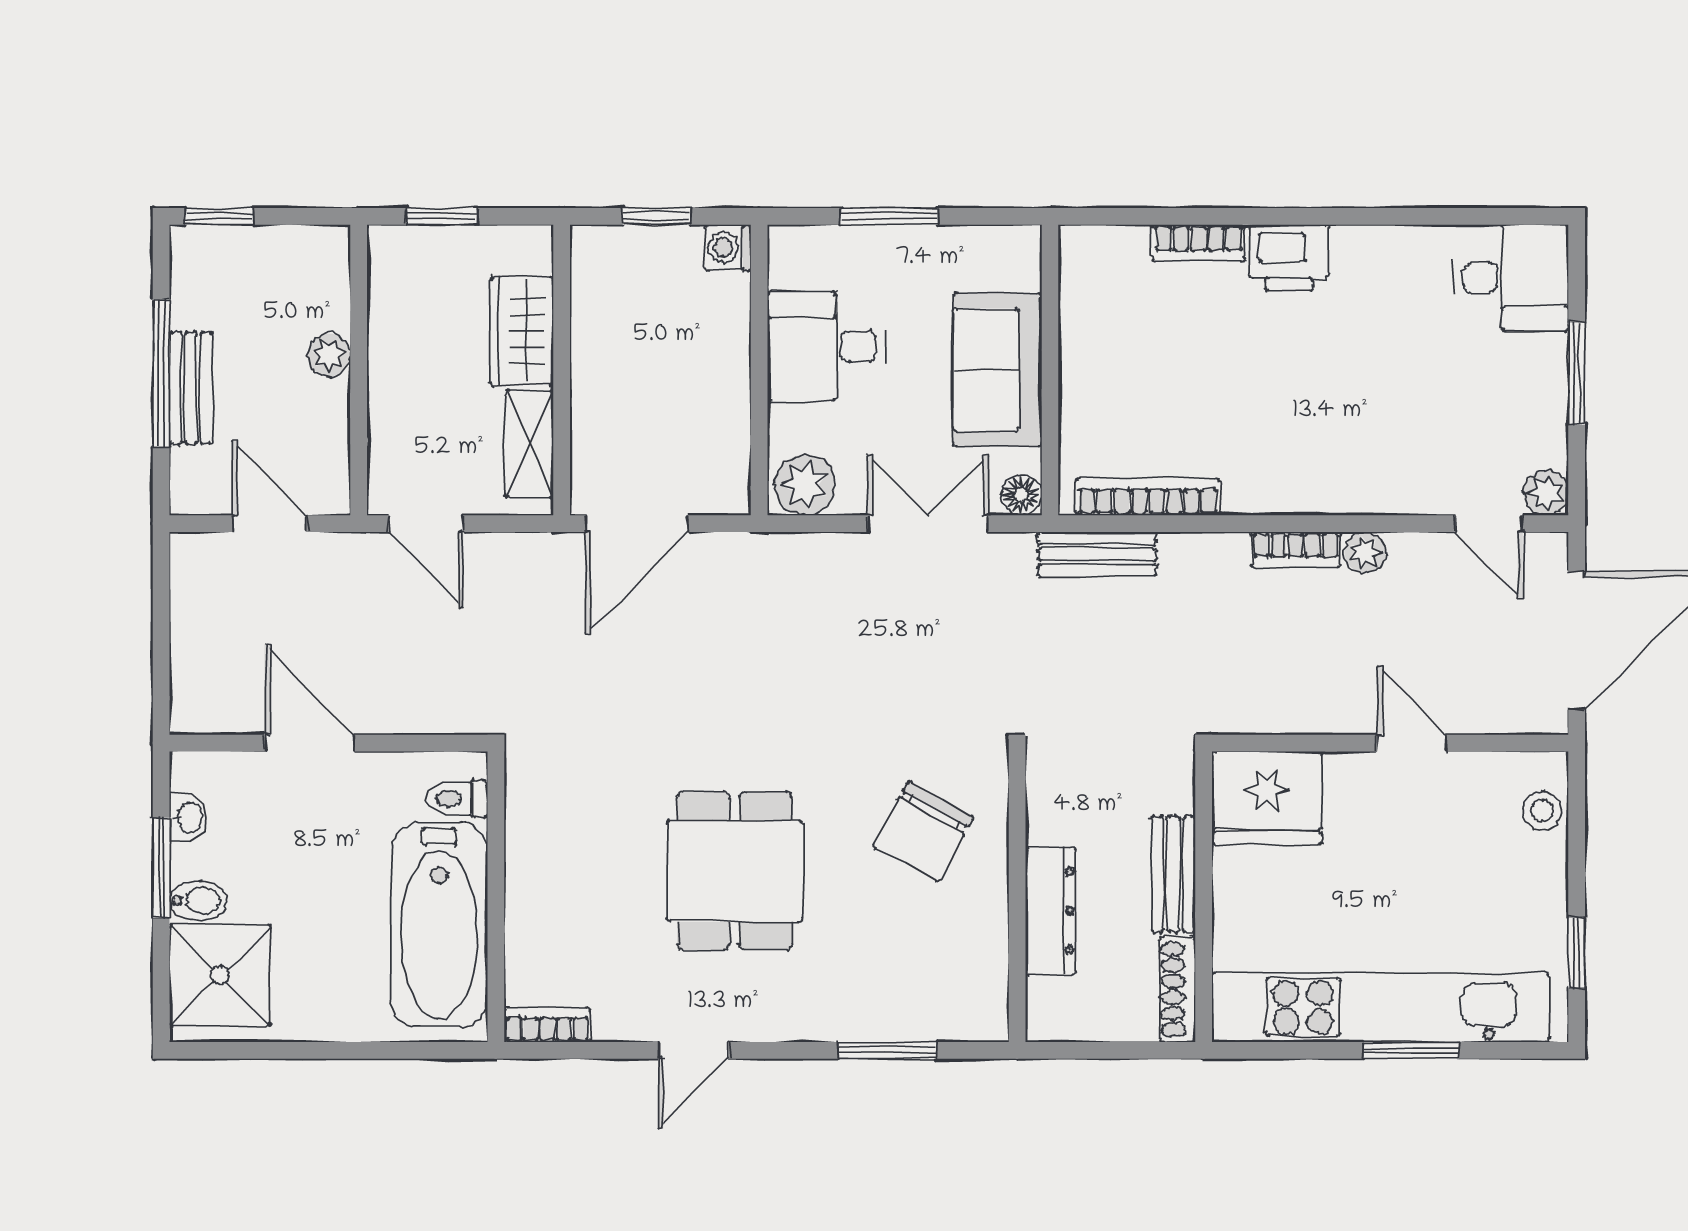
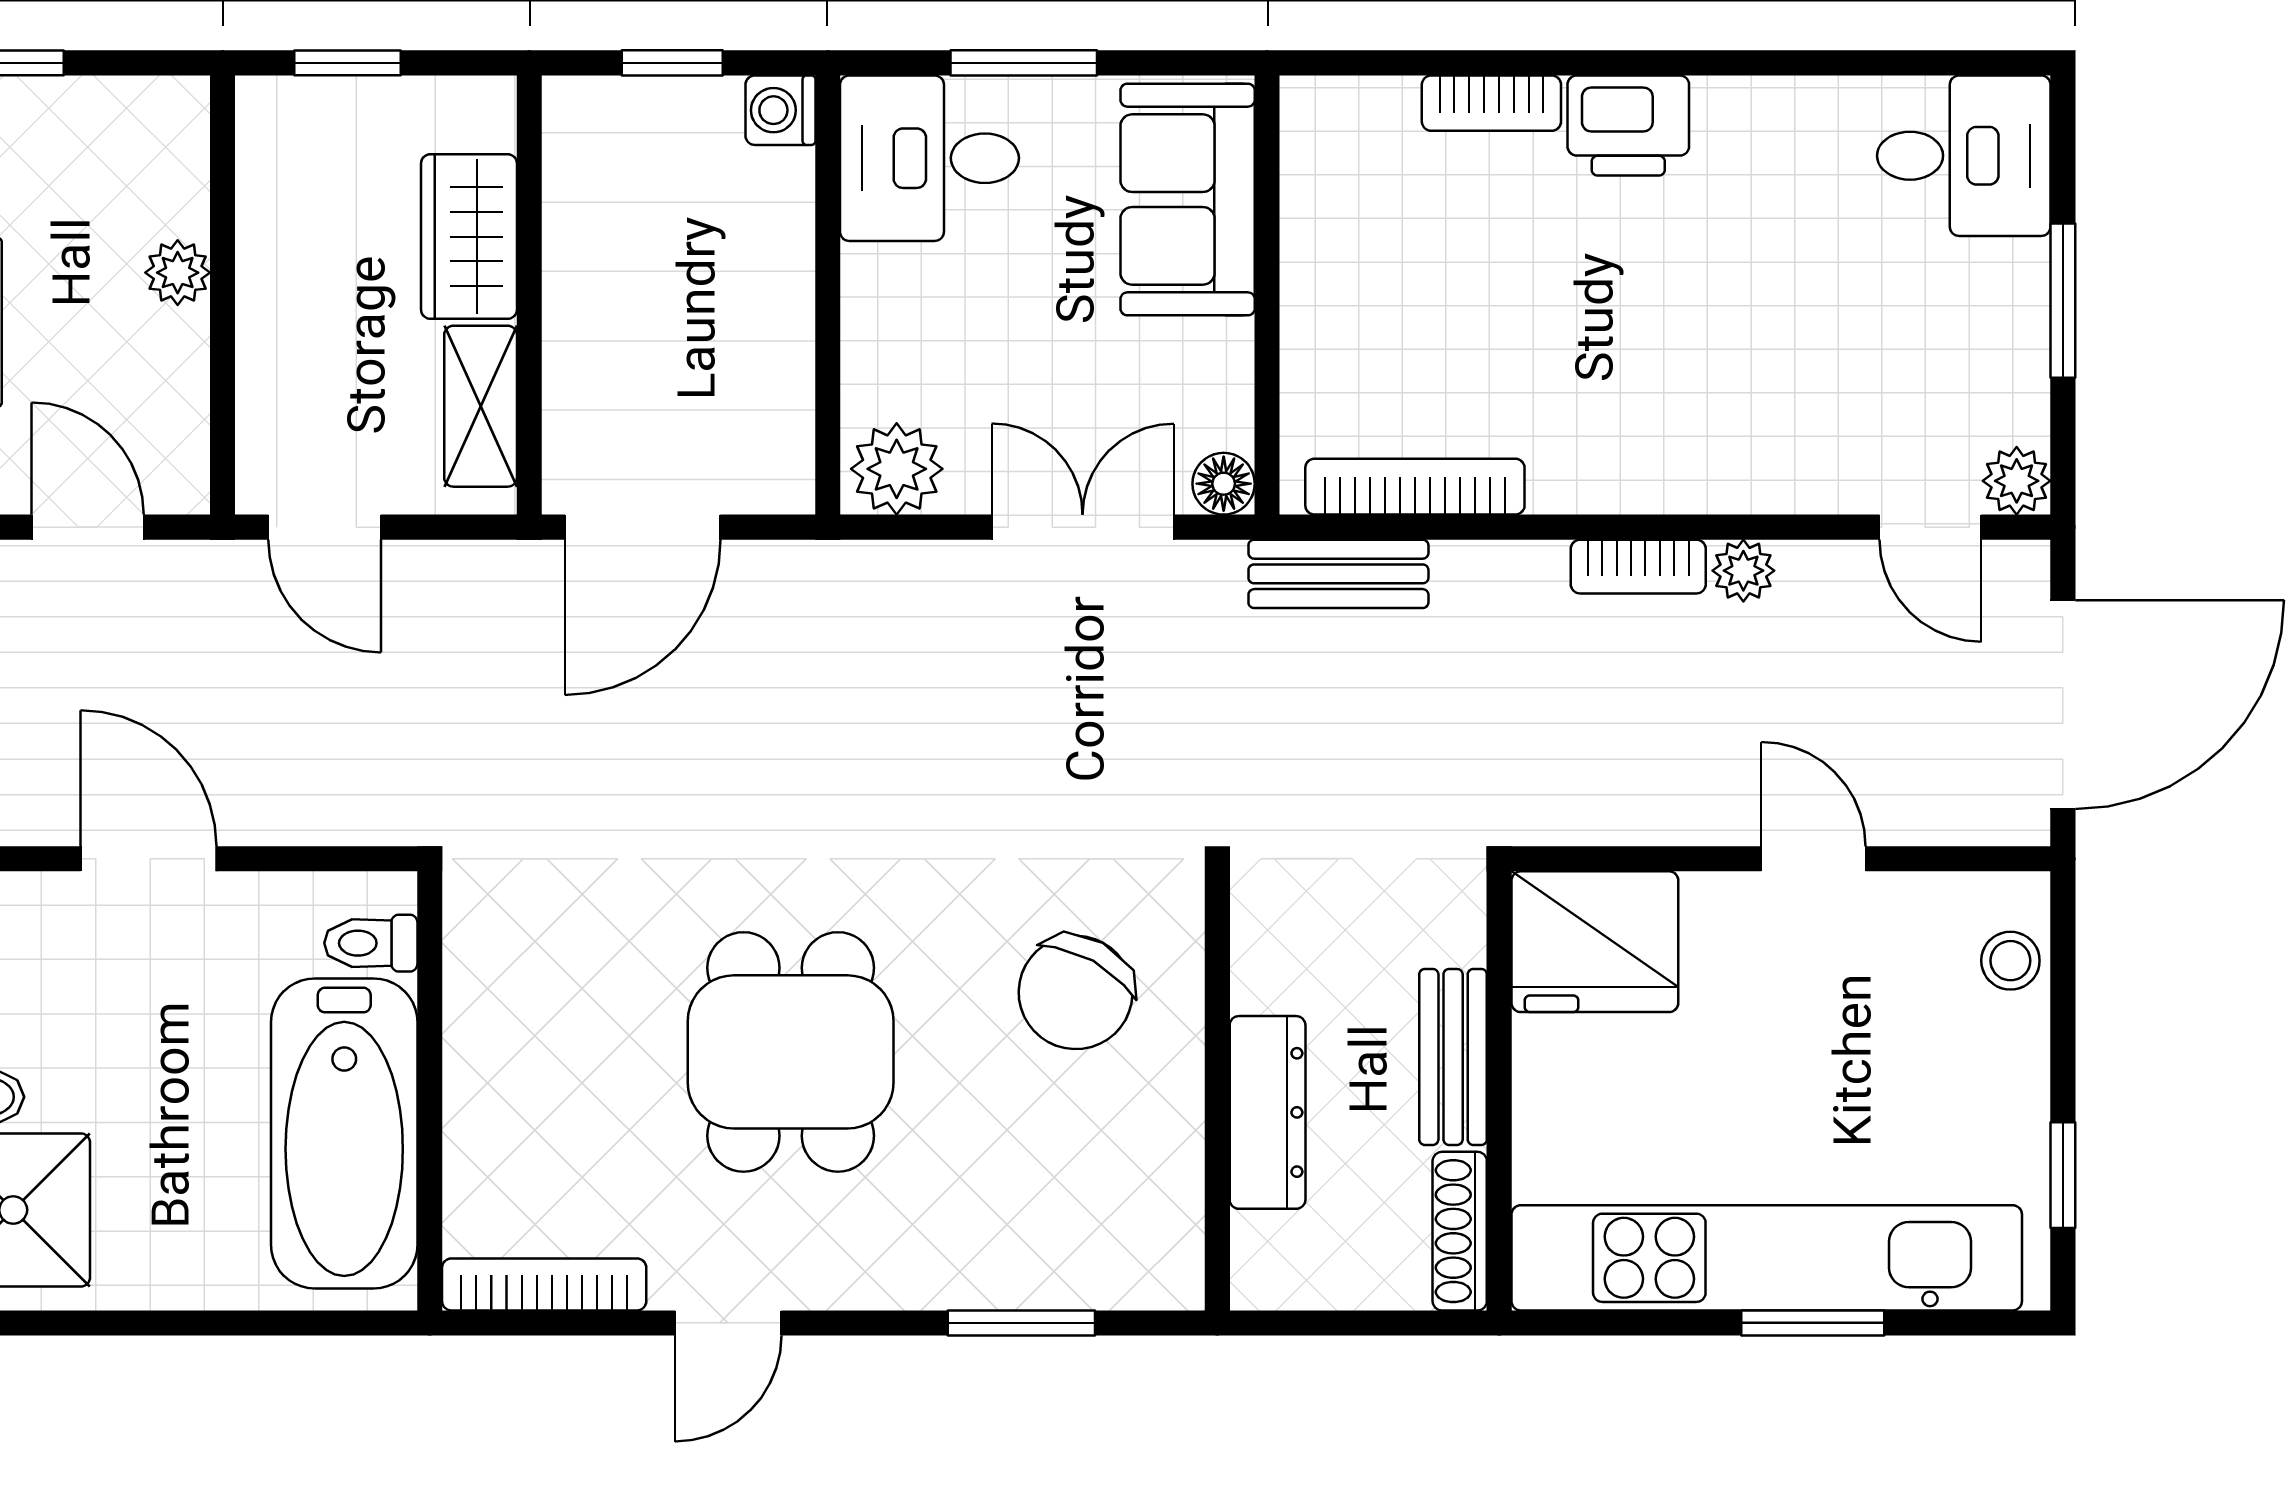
desk: (827, 346) -> (930, 158), moved
sofa: (997, 370) -> (1188, 199), moved
bookcase: (547, 1025) -> (544, 1284), width x1.56

